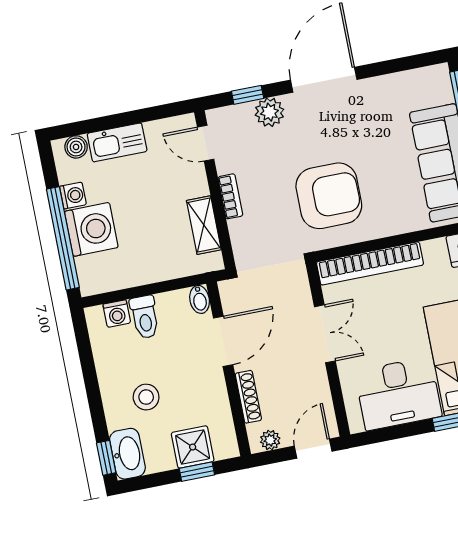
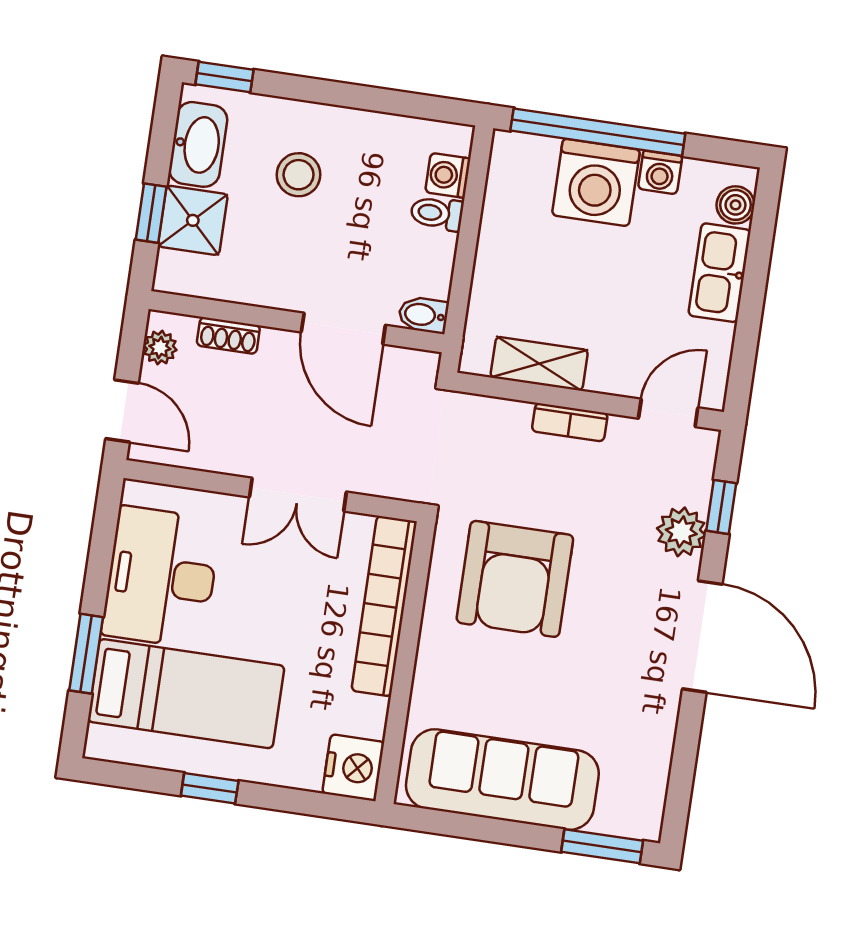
toilet: (145, 317) -> (437, 213), width x0.73, depth x0.72
shoe rack: (248, 397) -> (228, 335), width x0.70
washbasin: (127, 454) -> (198, 144), moved, turned -90

